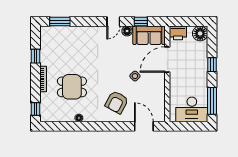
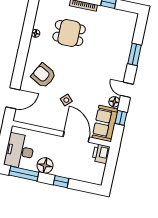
window: (60, 22) -> (135, 54), moved
floor lamp: (200, 33) -> (45, 165), moved
dining table: (72, 87) -> (69, 33), turned 90

